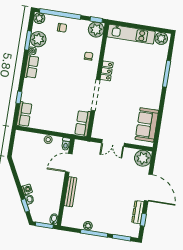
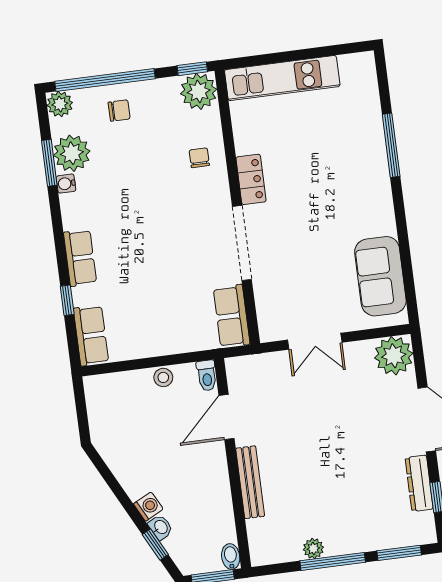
plant: (161, 38) -> (354, 68), removed
row of seats: (31, 67) -> (80, 258), moved

